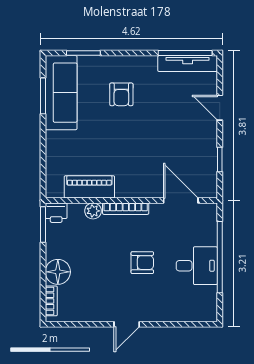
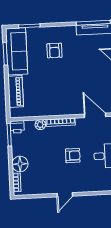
piano: (89, 187) -> (16, 92), moved, turned 90

